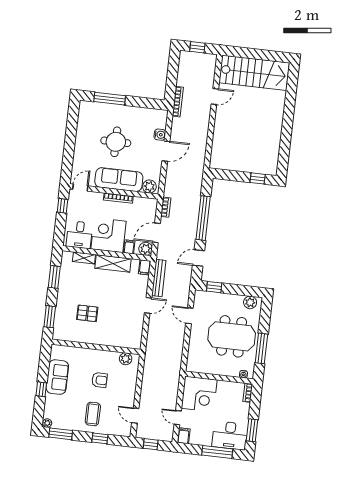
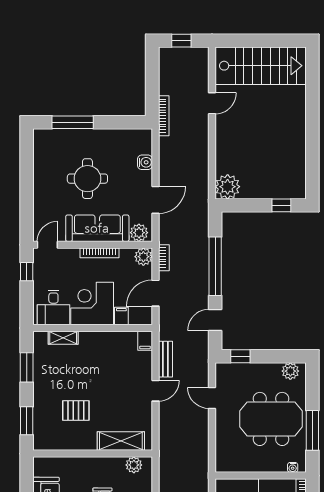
door: (166, 151) -> (155, 200), moved
plant: (219, 160) -> (228, 187), added
plant: (146, 249) -> (143, 257), moved
shelving: (113, 263) -> (121, 441), moved
bench: (159, 278) -> (165, 359), width x0.73

